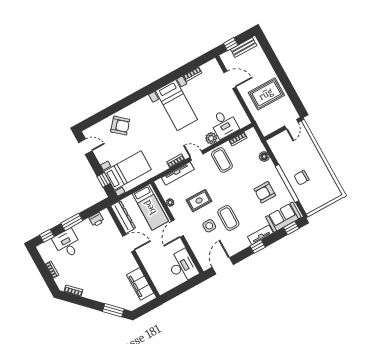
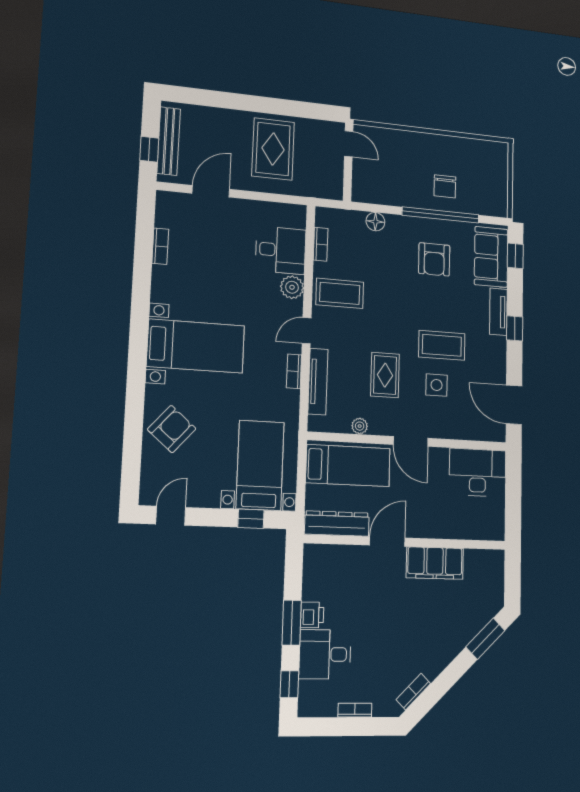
bench: (244, 47) -> (169, 141), width x1.36
bed with nightstands: (177, 105) -> (196, 346), moved
printer: (96, 220) -> (312, 615), moved
filing cabinet: (140, 284) -> (435, 563), moved

